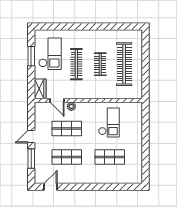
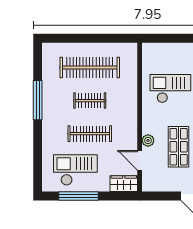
window: (101, 26) -> (38, 100), added
window: (31, 56) -> (79, 196), width x1.44
door: (57, 100) -> (140, 160), swing flipped

